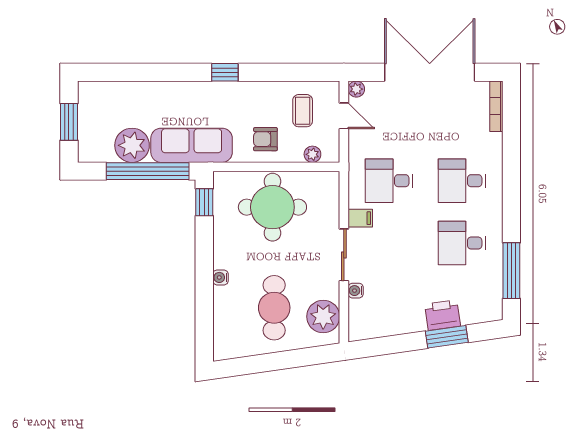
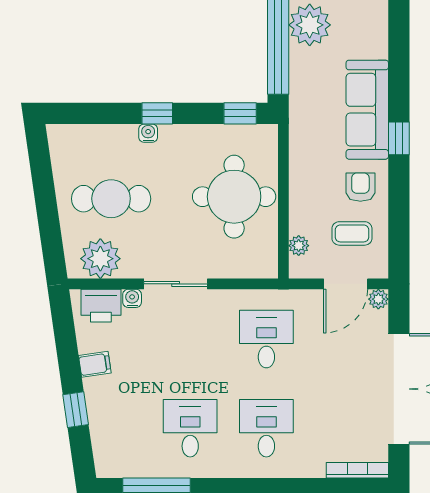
door: (344, 116) -> (346, 284), width x1.37
armchair: (265, 139) -> (360, 187), moved
sofa: (192, 145) -> (367, 110), moved, turned 180
filing cabinet: (360, 218) -> (95, 364), moved, turned -98
window: (204, 270) -> (157, 113), added
printer: (443, 315) -> (101, 306), moved, turned 98
window: (447, 337) -> (76, 410), width x0.67

